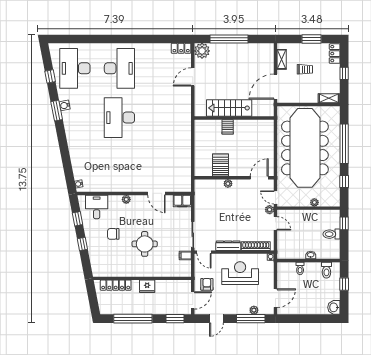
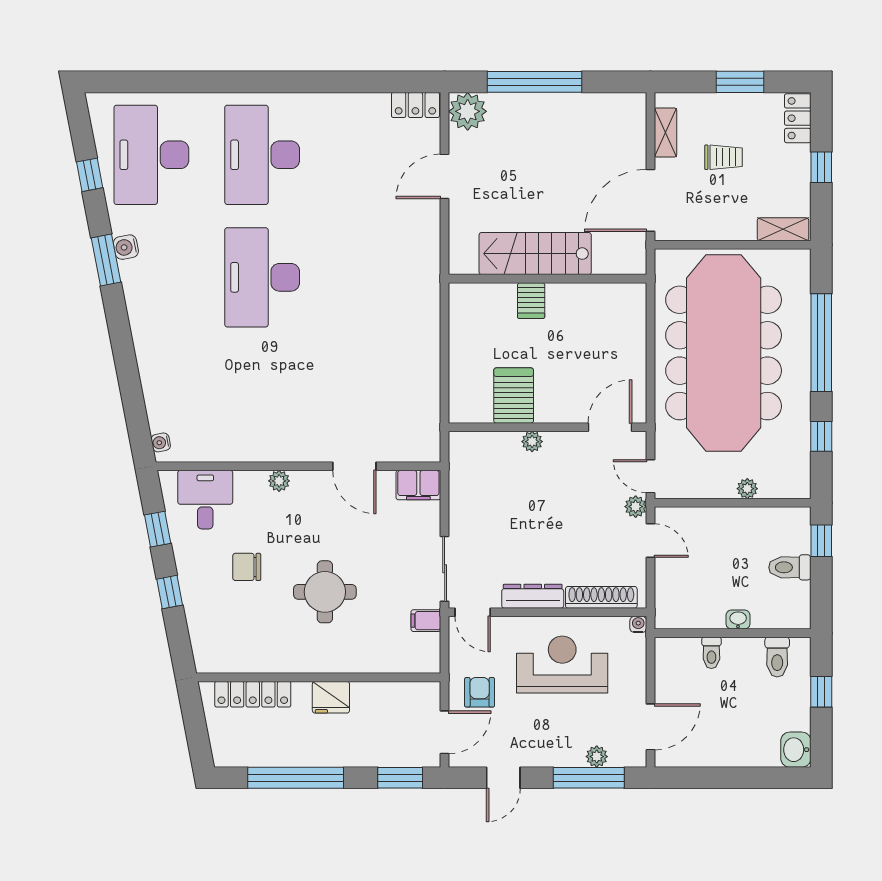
desk: (119, 68) -> (262, 155), turned 180

